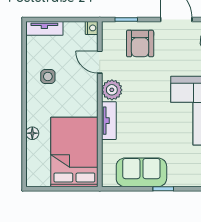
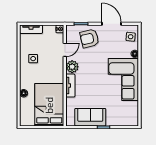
armchair: (140, 44) -> (89, 38), turned 77
door: (100, 62) -> (65, 50), swing flipped

